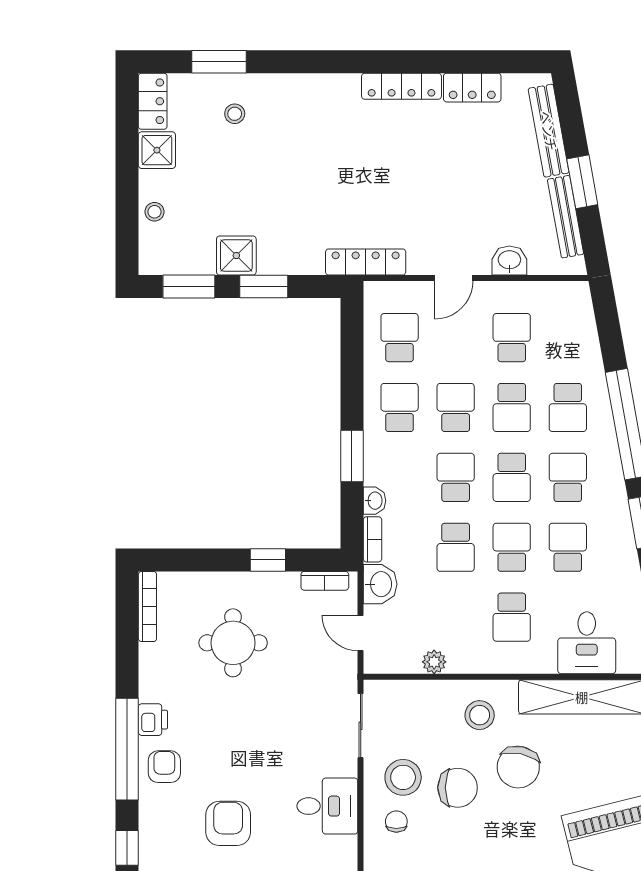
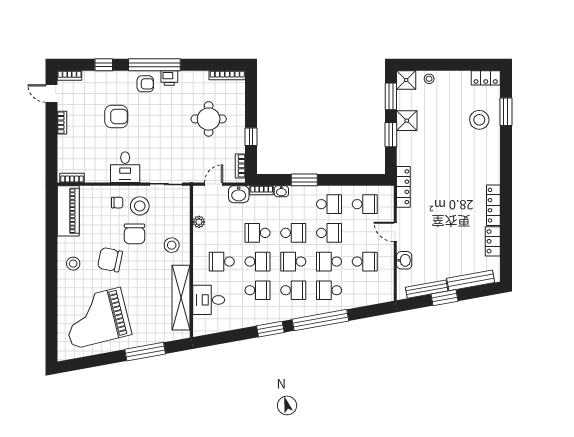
stool: (235, 114) -> (479, 120), width x1.89, depth x1.89
shower: (157, 150) -> (406, 80), moved
chair: (518, 767) -> (110, 260), moved

